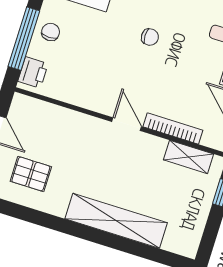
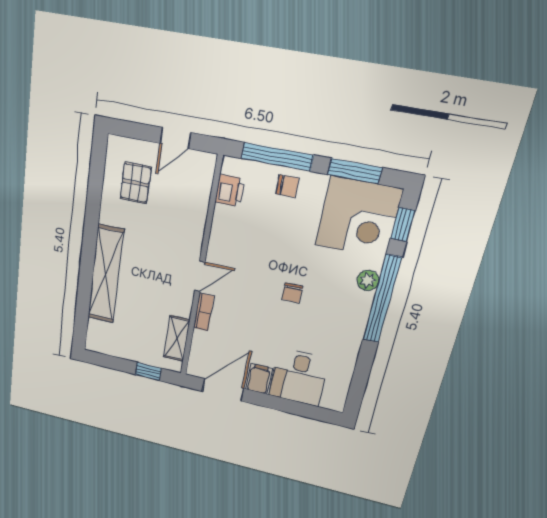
printer: (33, 72) -> (230, 191), moved, turned -90
bookcase: (173, 128) -> (204, 312), width x0.64

